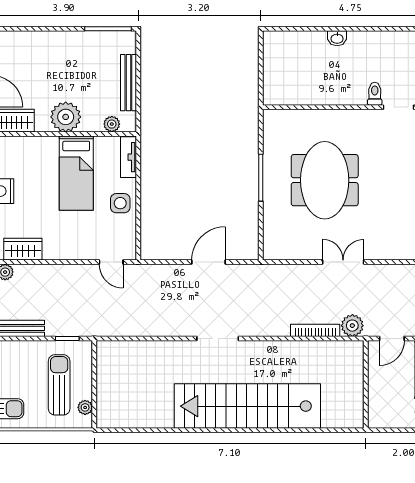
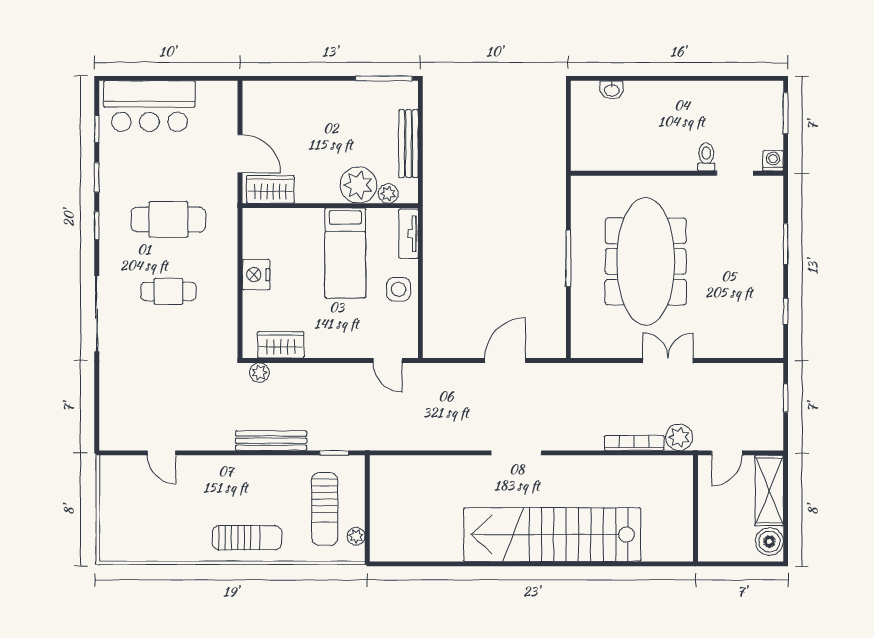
washbasin: (337, 38) -> (612, 90), moved
plant: (66, 117) -> (358, 185), moved
meeting table: (325, 180) -> (646, 261), width x1.36
sun lounger: (59, 385) -> (325, 509), turned 180

